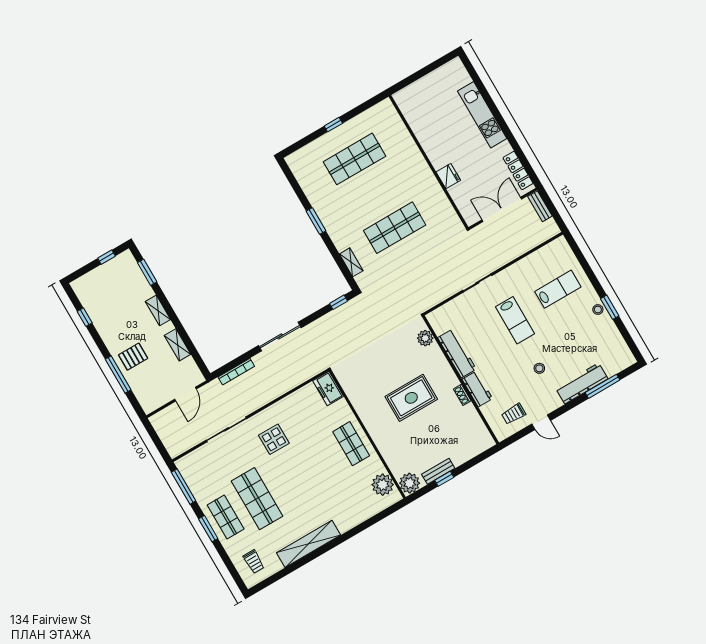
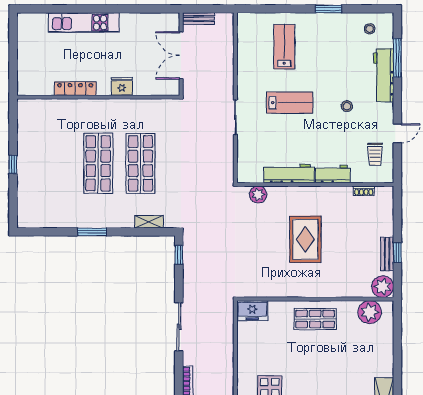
shop shelf: (354, 159) -> (98, 163), moved
locker: (518, 171) -> (75, 89), moved, turned 180
stool: (598, 310) -> (370, 29), moved
shoe rack: (462, 395) -> (364, 191), moved

